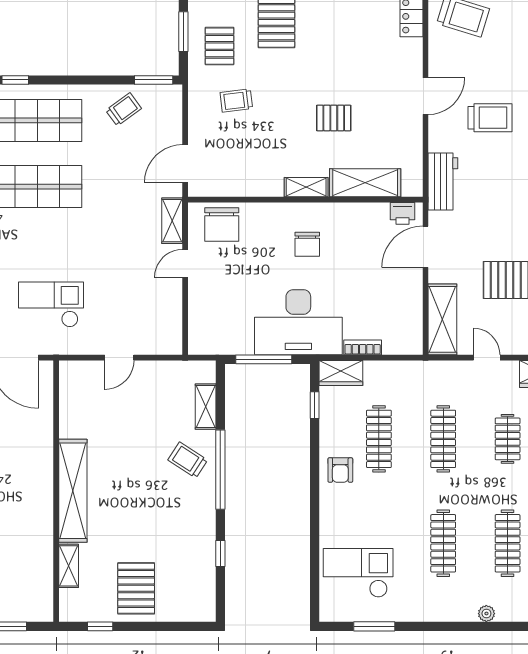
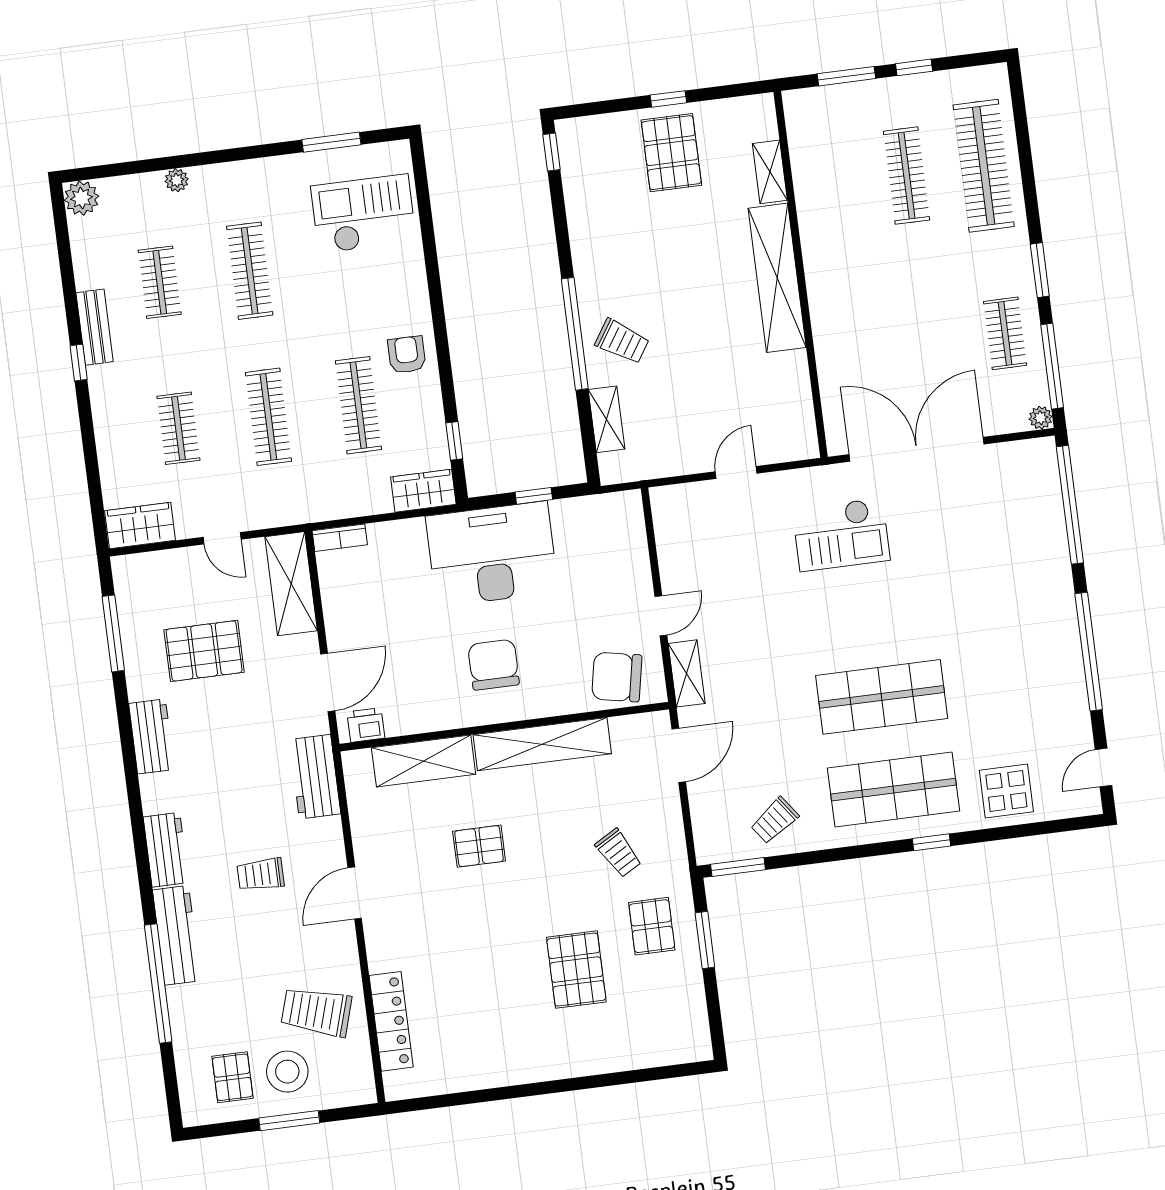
trolley: (236, 101) -> (618, 853), turned 67
trolley: (490, 118) -> (261, 874), width x0.73, depth x0.72
shelving: (306, 187) -> (542, 744), width x2.20, depth x1.33
chair: (222, 224) -> (617, 677), turned -79
chair: (307, 244) -> (494, 665), width x1.37, depth x1.37
bookcase: (363, 347) -> (340, 538), moved
window: (264, 359) -> (534, 496), width x0.46
clothes rail: (508, 543) -> (160, 282), width x0.73
window: (220, 554) -> (551, 152), moved
checkout: (358, 573) -> (363, 214), turned 180
window: (100, 626) -> (668, 99), moved

